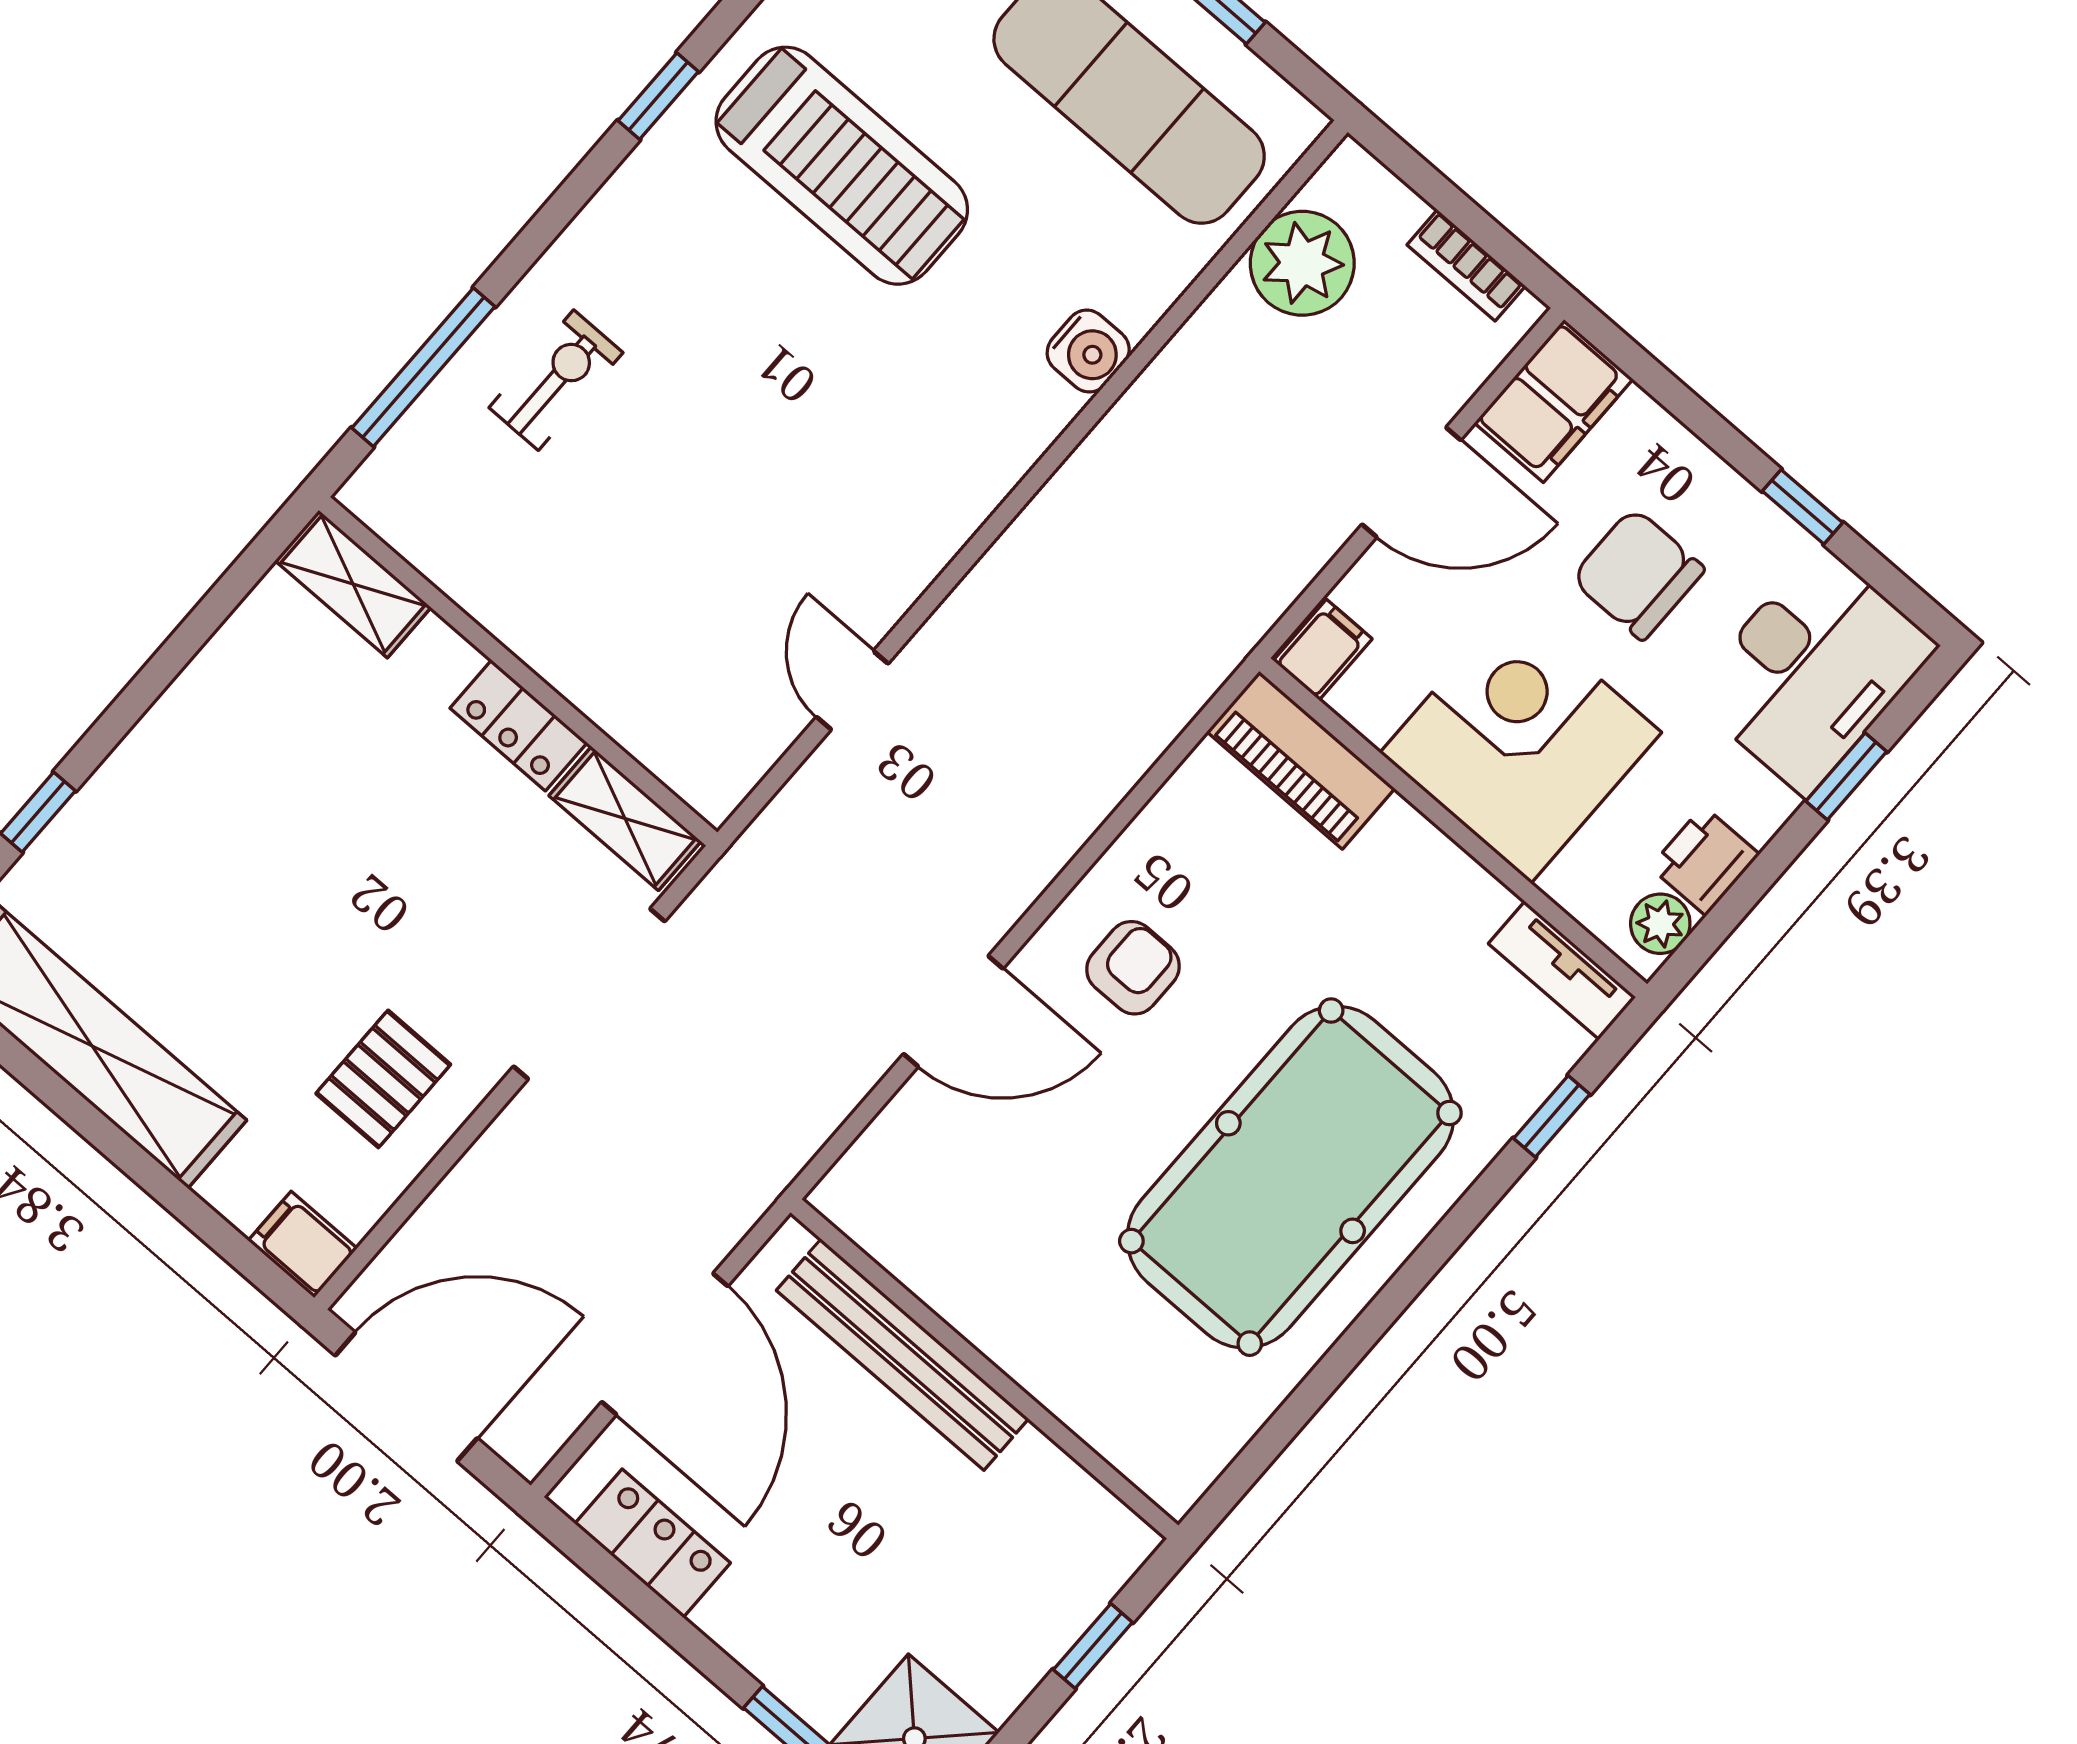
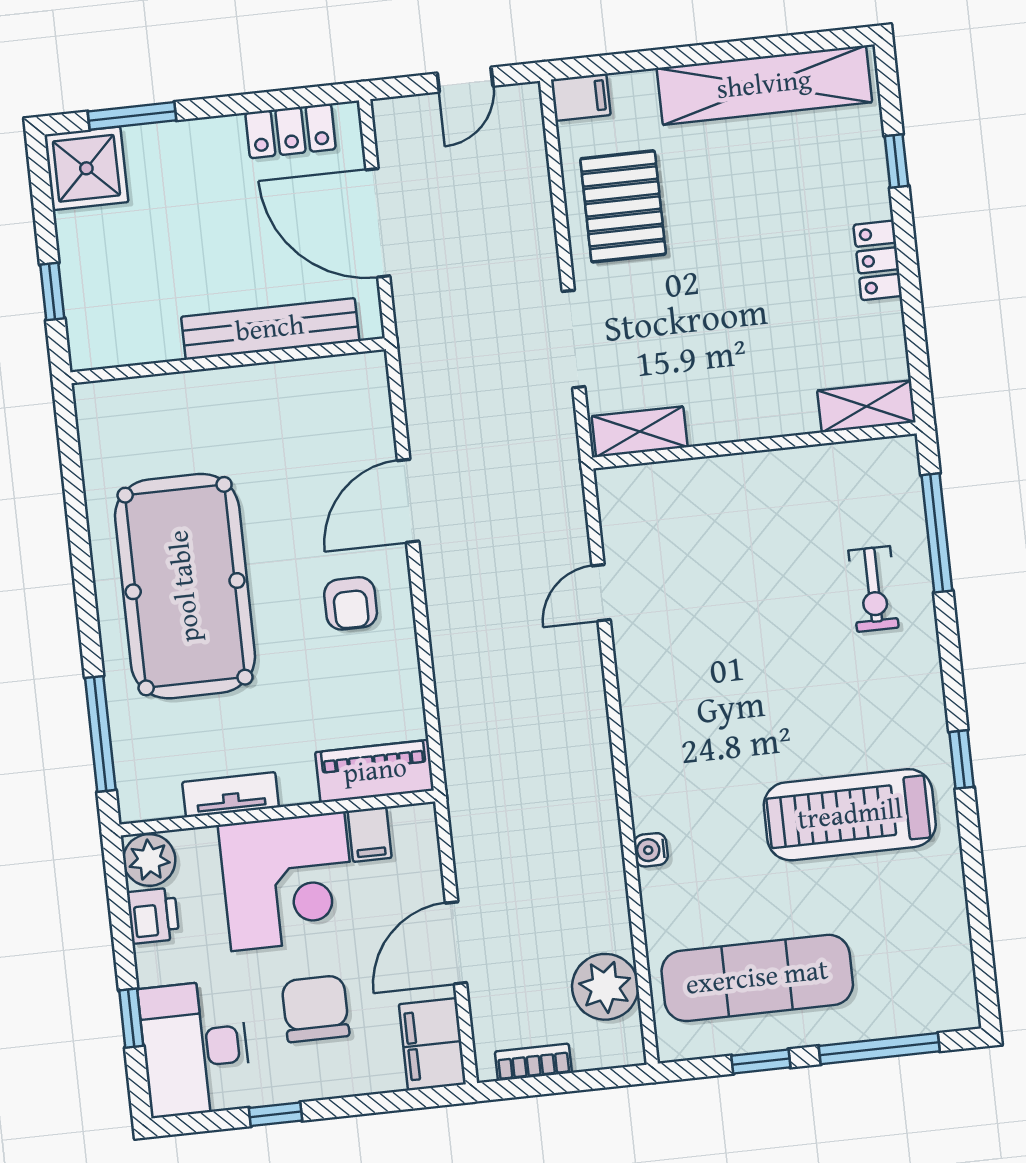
water cooler: (1088, 351) -> (651, 850), width x0.72, depth x0.72
chair: (1638, 574) -> (315, 1009), turned -90
filing cabinet: (1323, 650) -> (370, 834), moved
door: (852, 690) -> (601, 593), swing flipped
locker: (519, 725) -> (878, 260), moved, turned -90
plant: (1660, 924) -> (149, 860), width x1.38, depth x1.38
tv unit: (1562, 970) -> (231, 795), moved
doorway: (589, 994) -> (574, 339), width x0.73
pallet: (383, 1079) -> (623, 206), width x1.50, depth x1.42
window: (1552, 1116) -> (100, 734), width x2.17
door: (406, 1397) -> (465, 80), width x0.53

